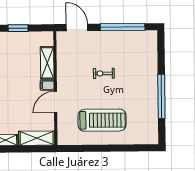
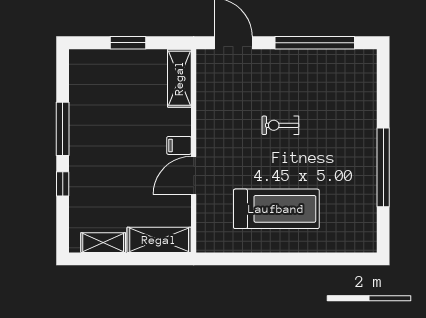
shelving: (47, 63) -> (179, 78), moved

